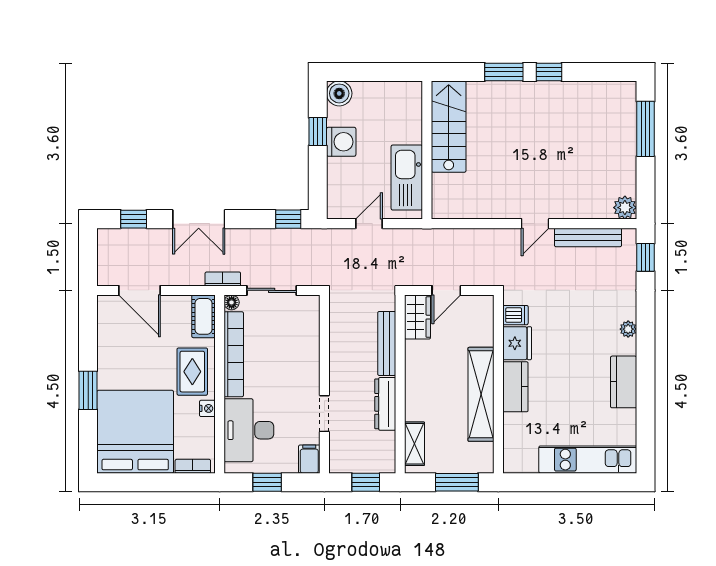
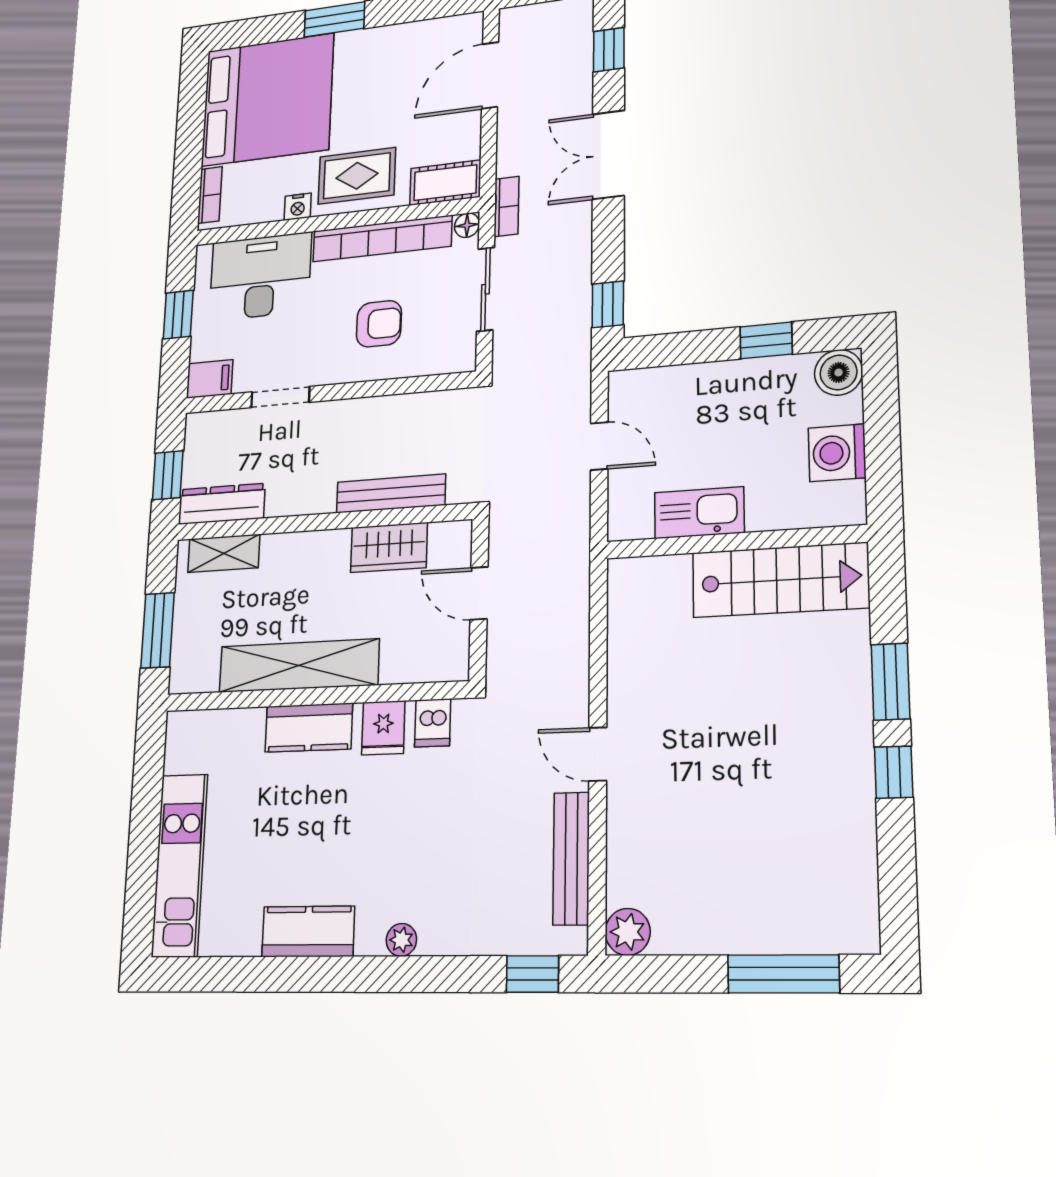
washing machine: (341, 142) -> (837, 453), moved, turned 90
kitchen sink: (407, 178) -> (699, 513), width x0.73, depth x0.81
wardrobe: (418, 317) -> (389, 547), moved
fridge: (517, 343) -> (383, 728), width x0.72
armchair: (286, 354) -> (379, 324), added
dresser: (385, 404) -> (222, 504), moved

